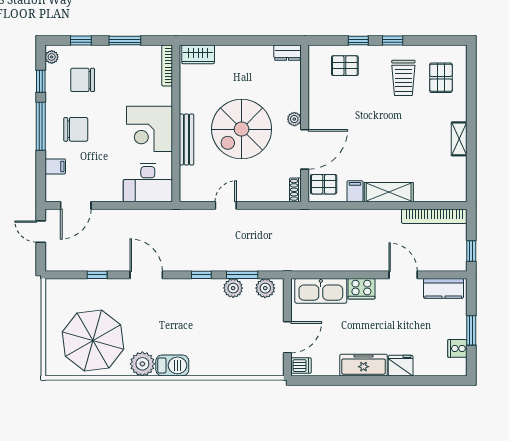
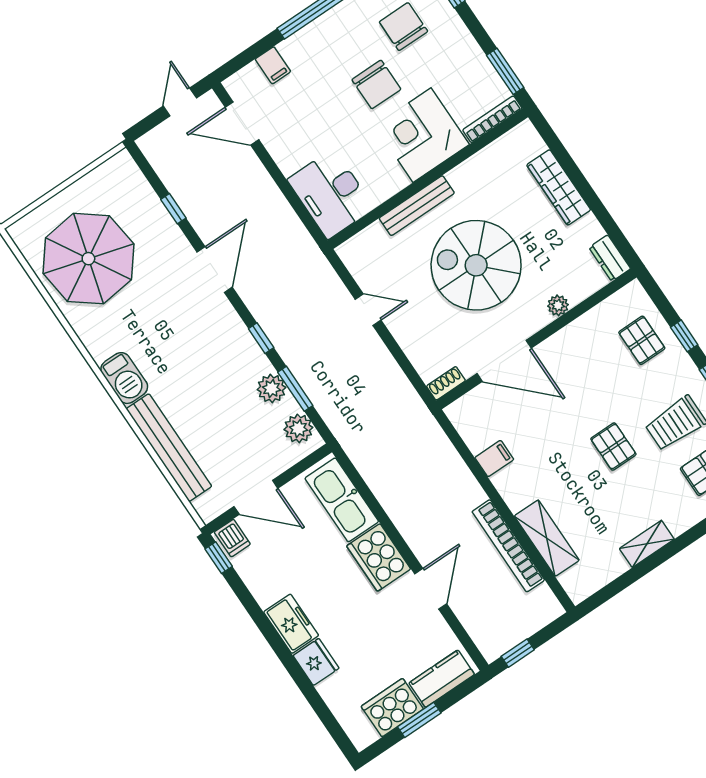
window: (125, 41) -> (505, 71), moved
wardrobe: (198, 54) -> (559, 187), moved, width x1.50
plant: (294, 119) -> (558, 305), moved
chair: (76, 129) -> (376, 84), moved
corner desk: (149, 129) -> (422, 135), moved
pallet: (324, 184) -> (613, 447), moved
shelving: (389, 192) -> (547, 538), moved
bookcase: (434, 216) -> (508, 546), moved
kitchen counter: (443, 288) -> (442, 679), moved, turned 90
cooker: (361, 289) -> (379, 557), width x1.37, depth x1.31
cooker: (457, 348) -> (392, 708), width x1.87, depth x1.31
plant: (142, 364) -> (101, 340), removed
freezer: (363, 365) -> (291, 624), width x0.71
bench: (227, 367) -> (169, 448), added
window: (307, 380) -> (219, 558), added

